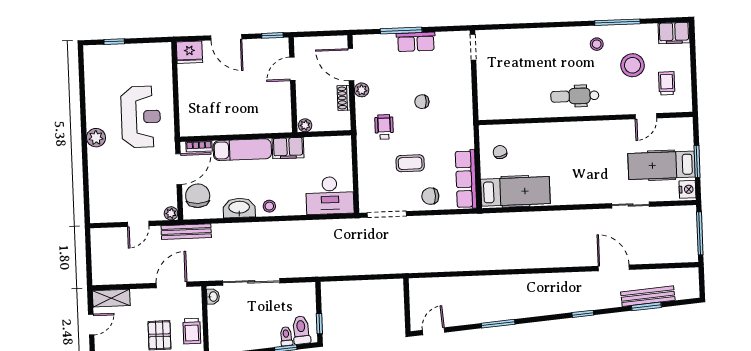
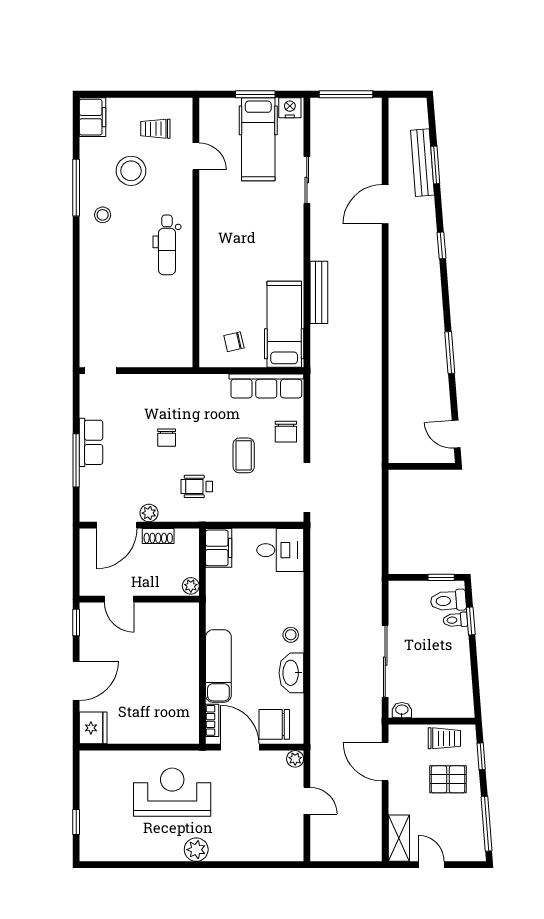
filing cabinet: (288, 148) -> (219, 548), moved
desk: (330, 195) -> (280, 550), width x0.73
bench: (186, 232) -> (319, 292), moved

